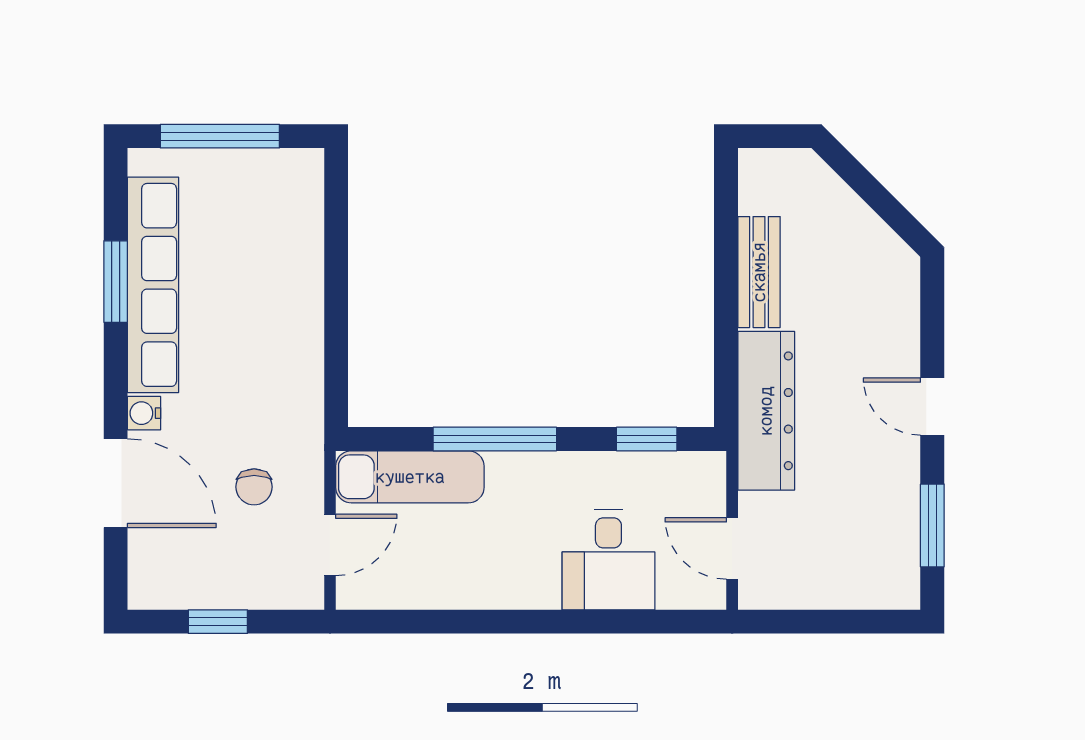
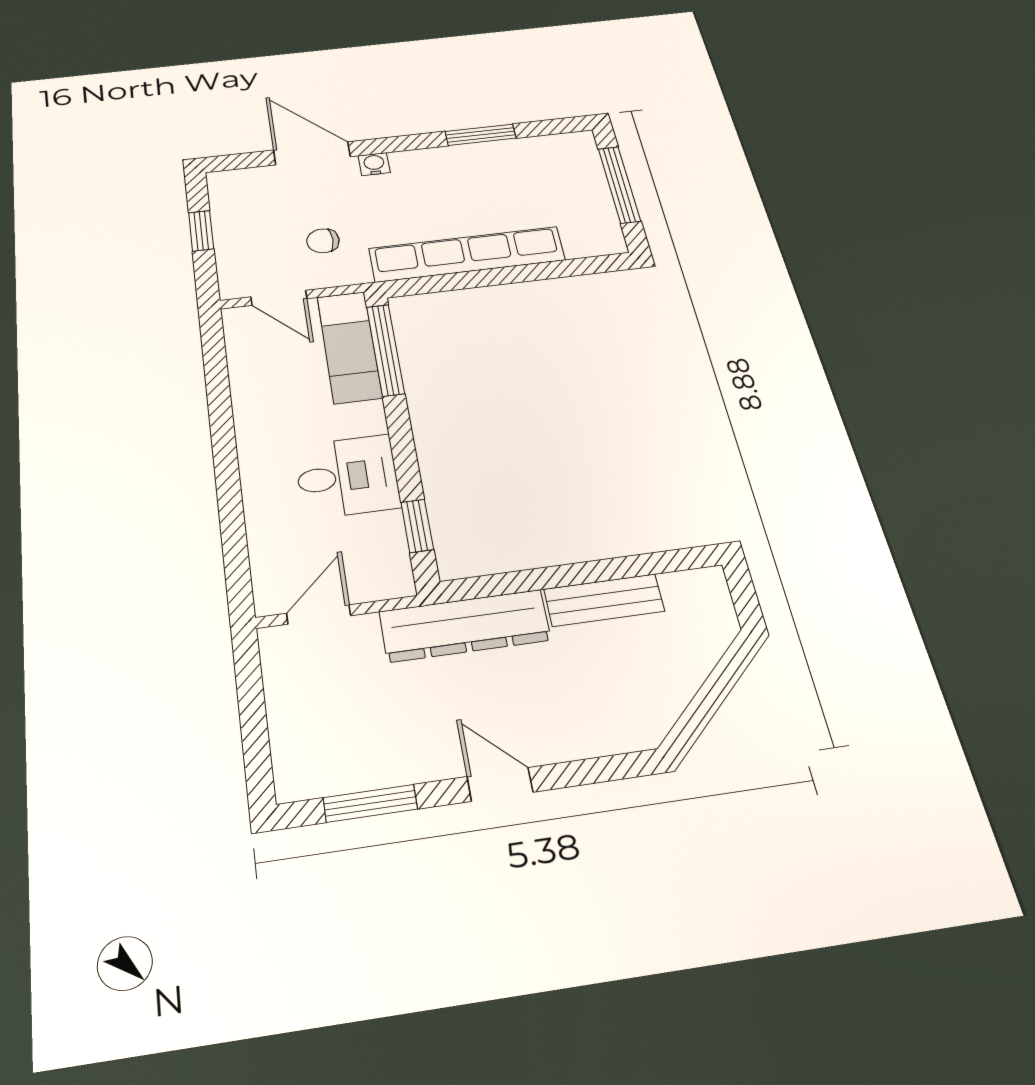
row of seats: (153, 285) -> (467, 254), moved, turned 180
door: (932, 407) -> (500, 784), hinge flipped
window: (495, 439) -> (385, 350), moved
door: (116, 483) -> (312, 153), swing flipped
desk: (608, 560) -> (347, 477), moved, turned 180

